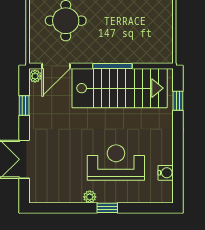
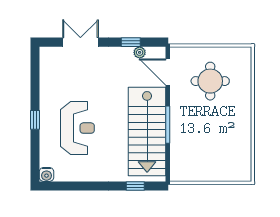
plant: (35, 76) -> (140, 52), moved
water cooler: (166, 173) -> (47, 174), moved
plant: (90, 197) -> (45, 104), removed

